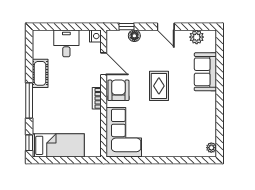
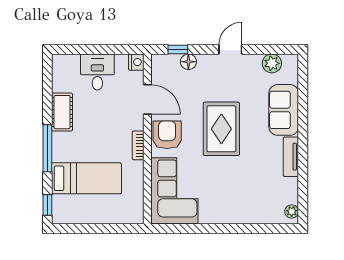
door: (166, 27) -> (230, 49), swing flipped
rug: (159, 86) -> (221, 129), width x1.36, depth x1.43
tv unit: (211, 107) -> (291, 157), added
bed: (58, 145) -> (86, 178), moved

